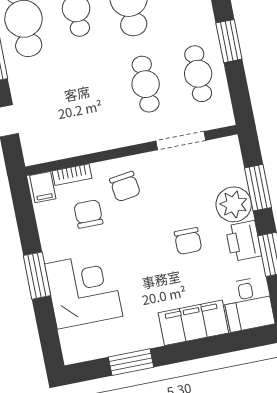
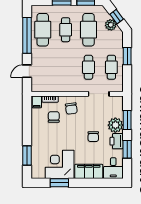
window: (37, 276) -> (27, 156), moved
corner desk: (84, 290) -> (60, 164), moved, turned -90

